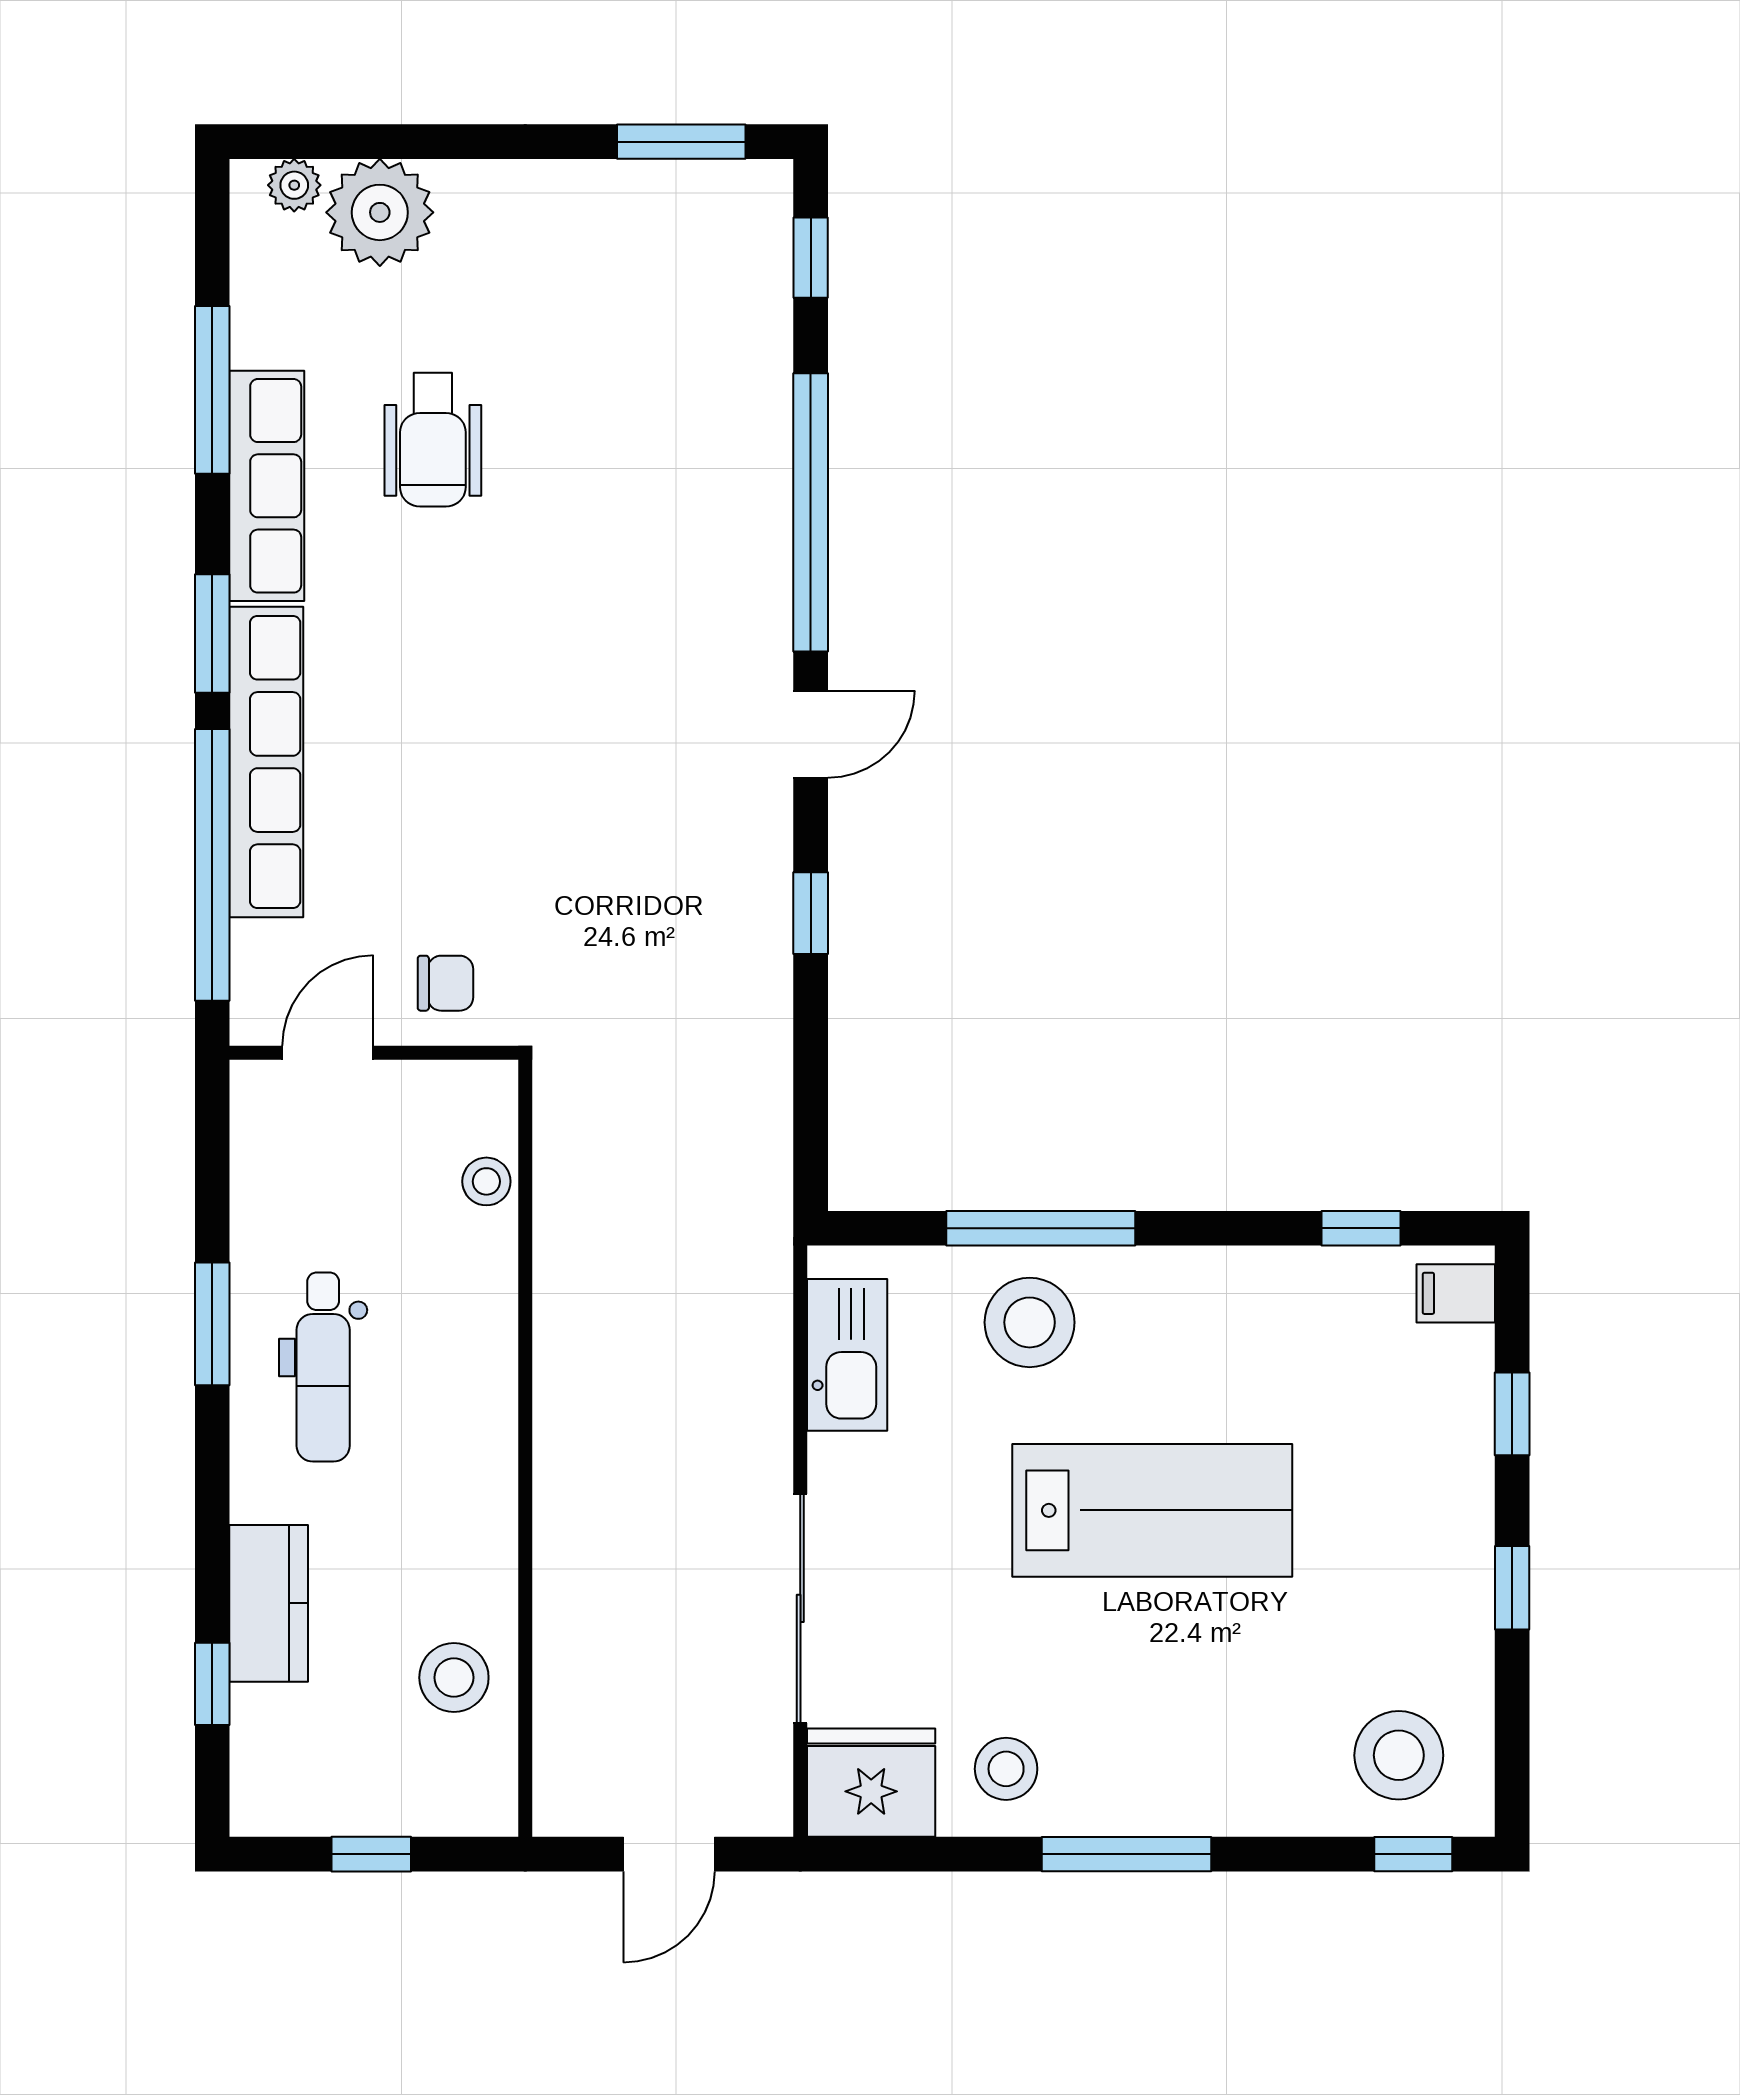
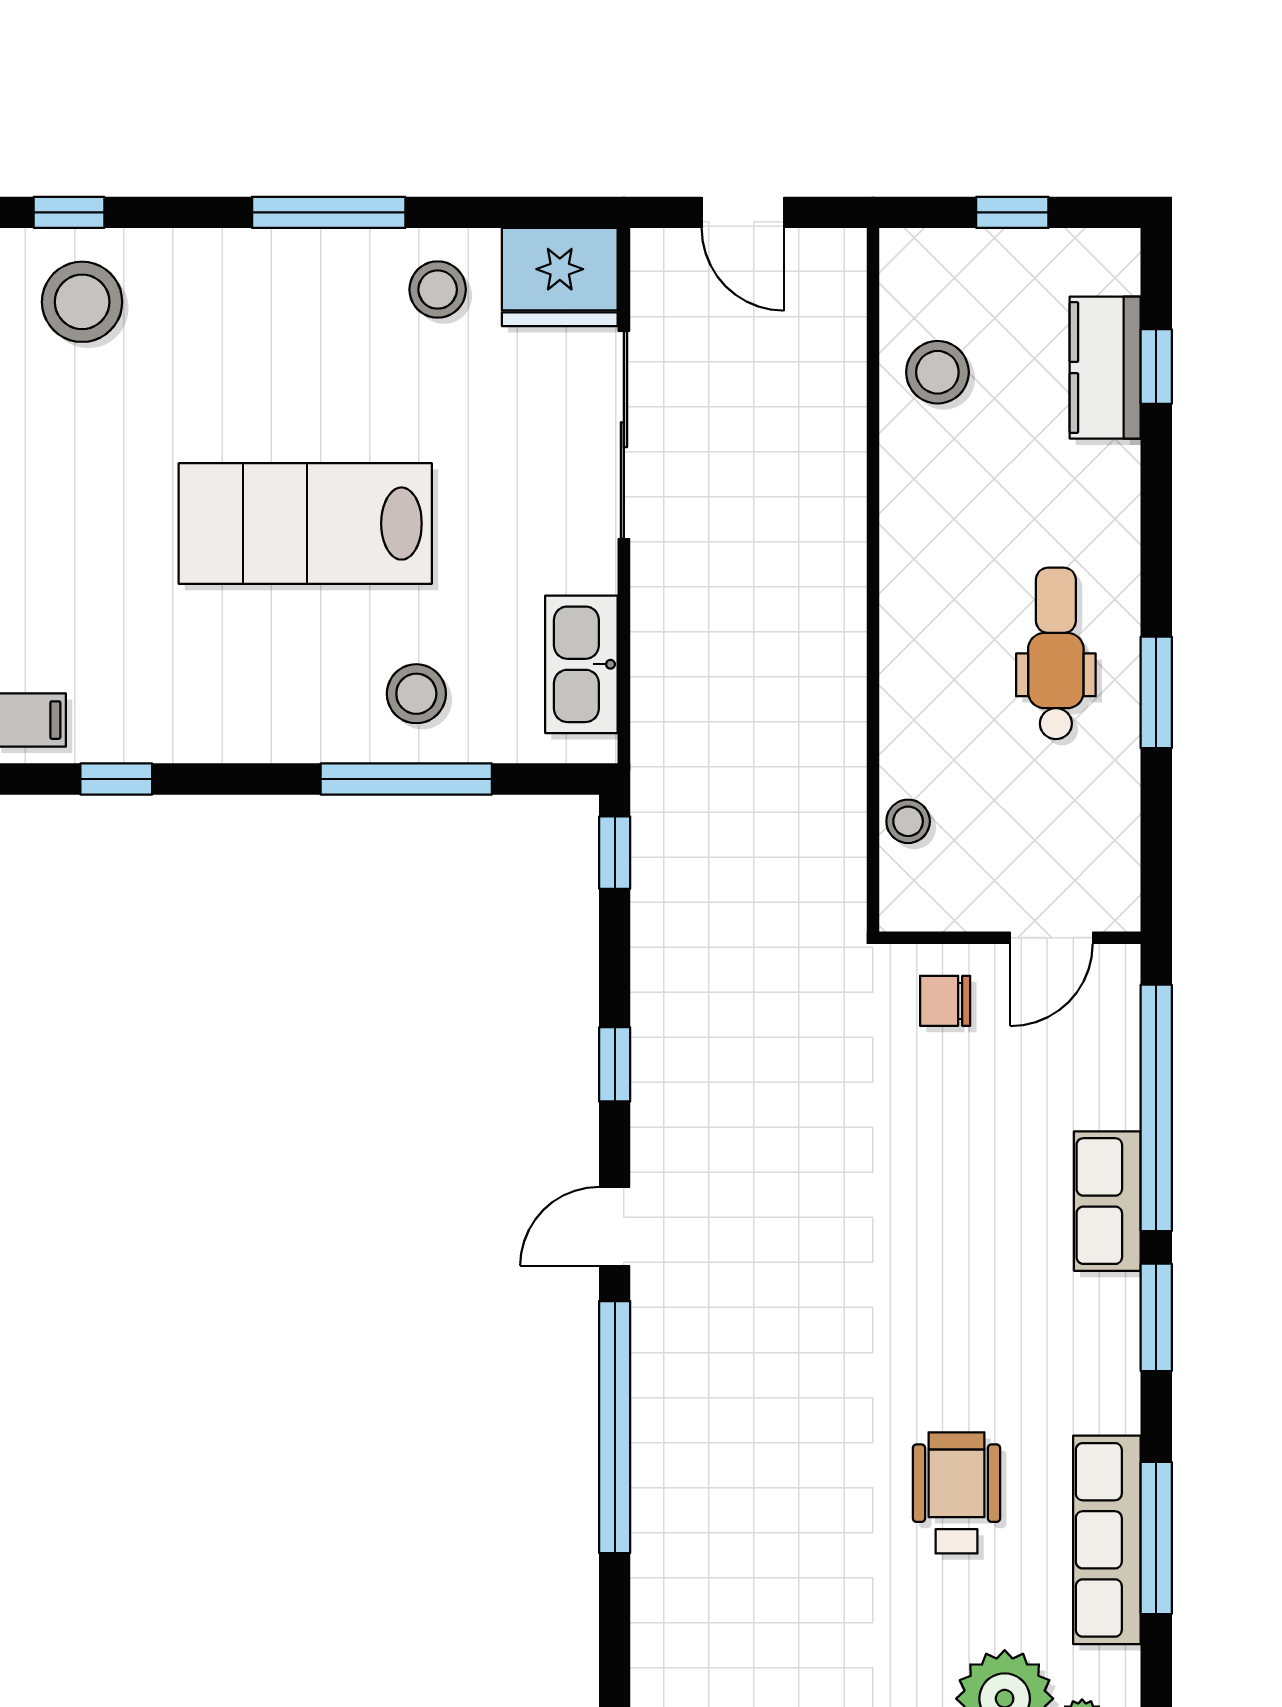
window: (811, 258) -> (615, 853), moved
row of seats: (267, 486) -> (1107, 1540), moved
row of seats: (266, 762) -> (1107, 1201), width x0.50
stool: (1030, 1322) -> (416, 694), width x0.73, depth x0.73
kitchen counter: (269, 1603) -> (1105, 368), moved
door: (669, 1854) -> (743, 212), swing flipped

